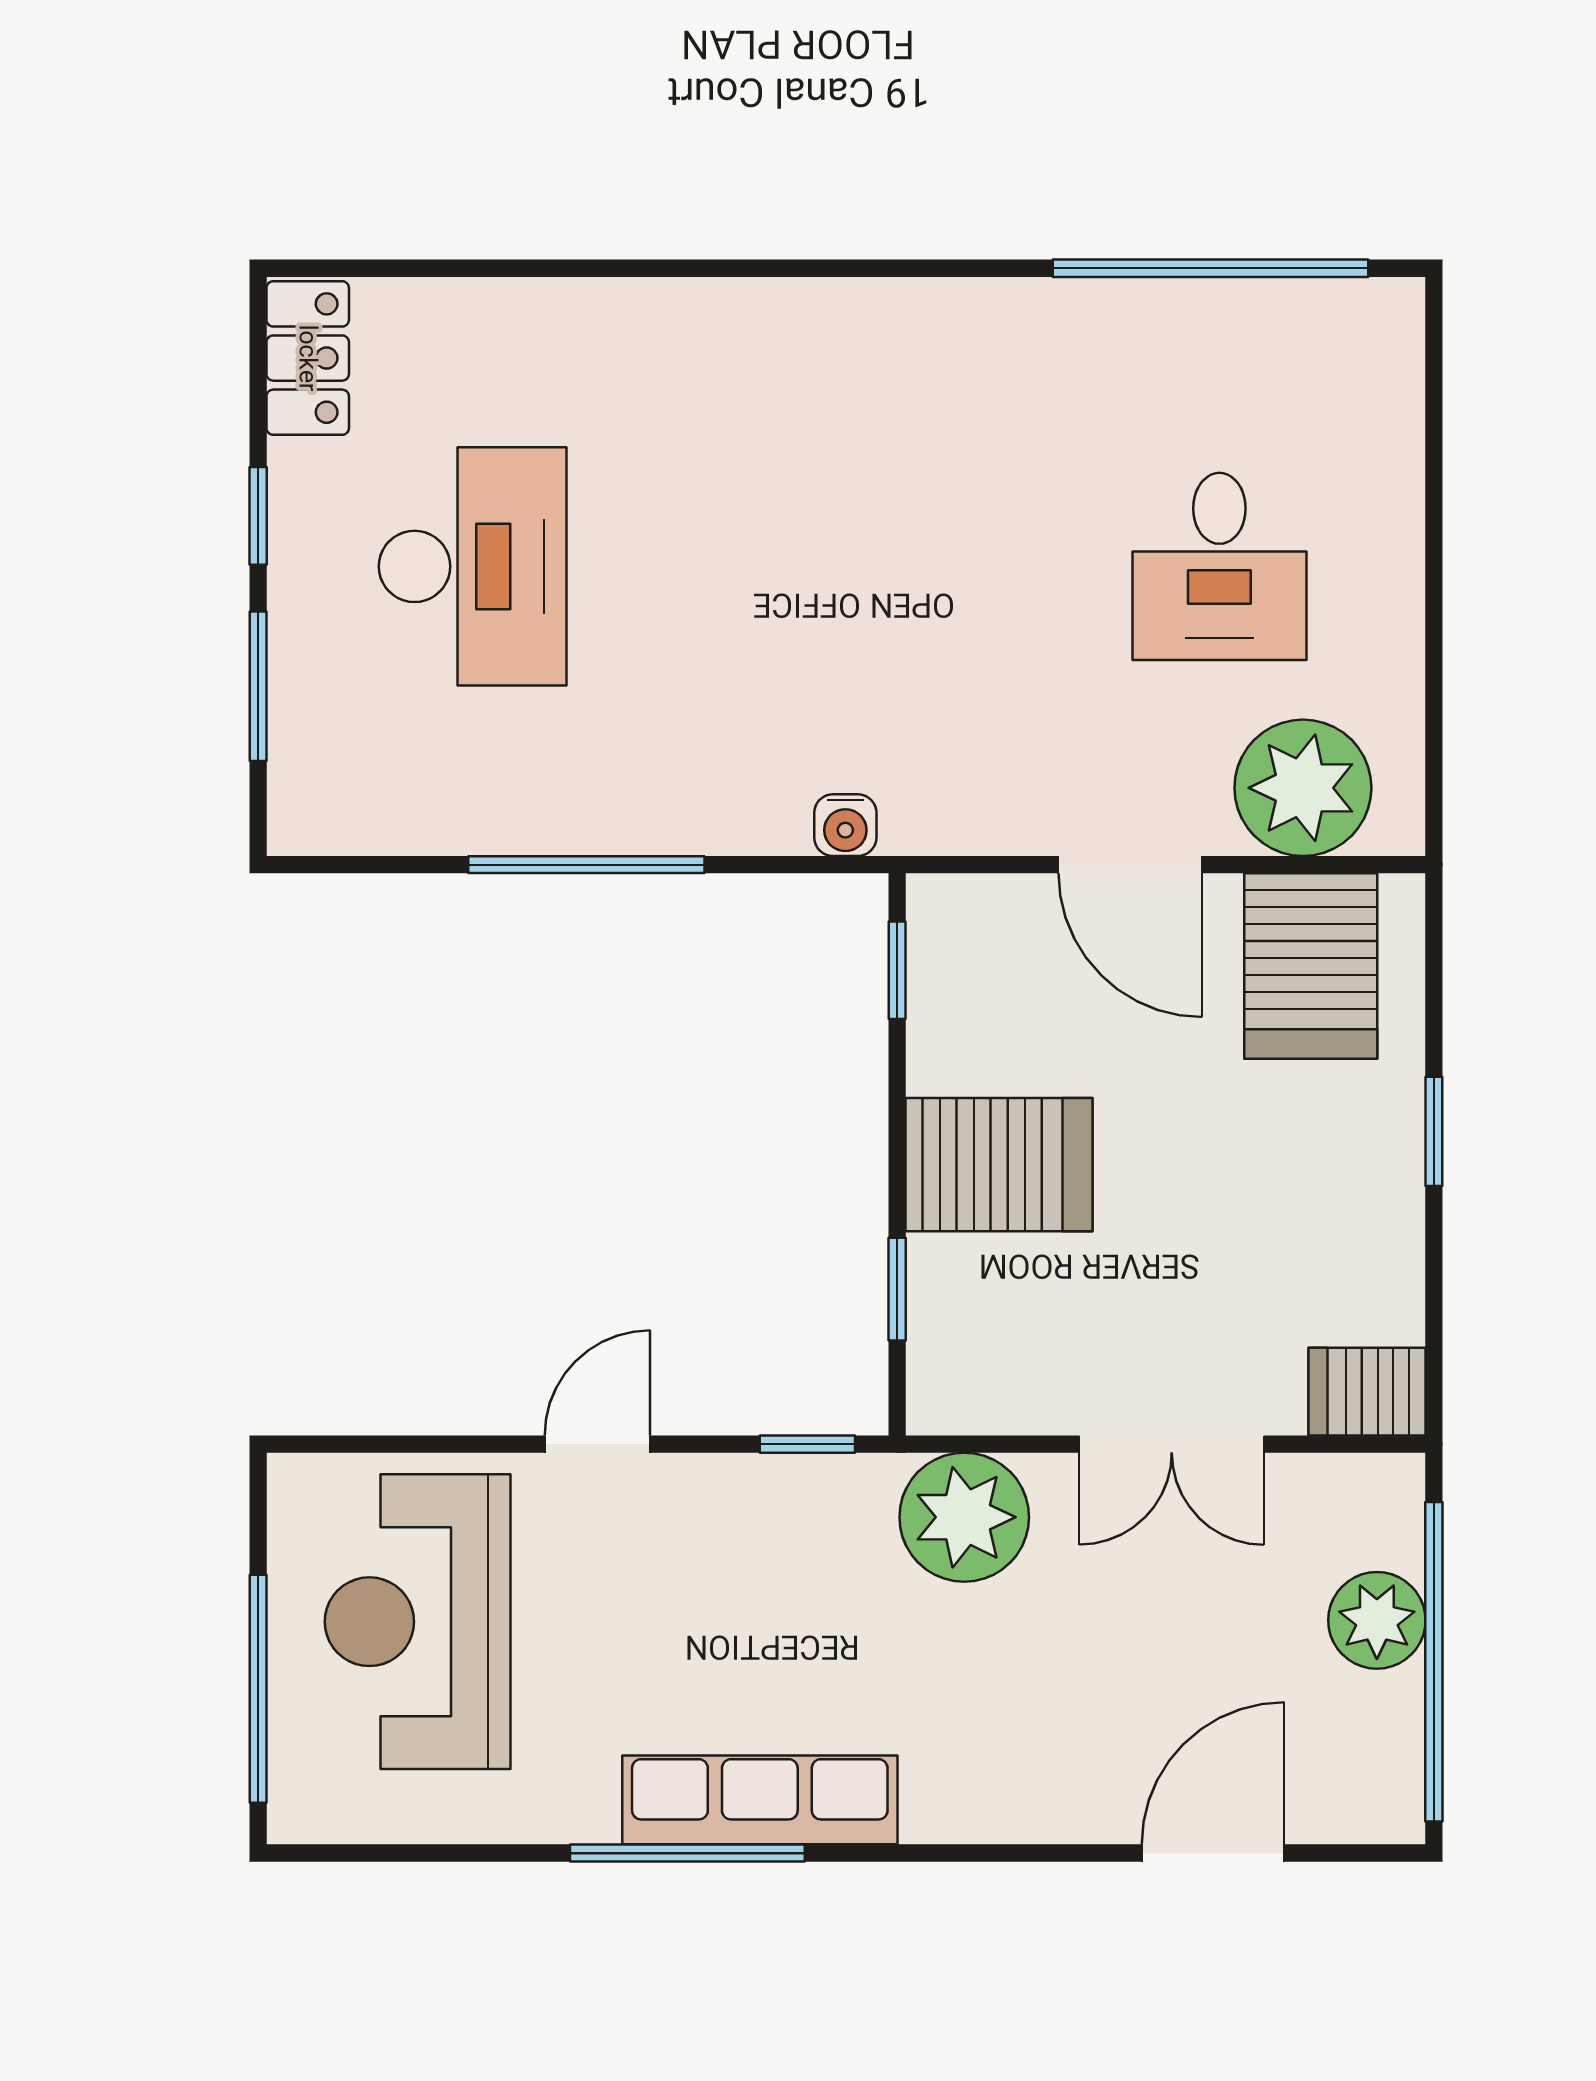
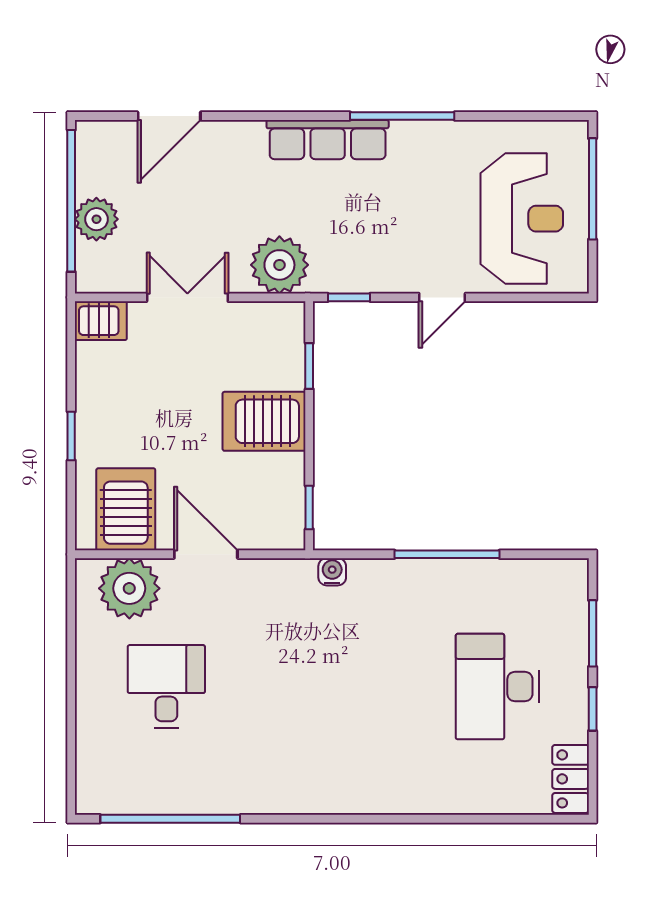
row of seats: (760, 1800) -> (328, 140), moved

